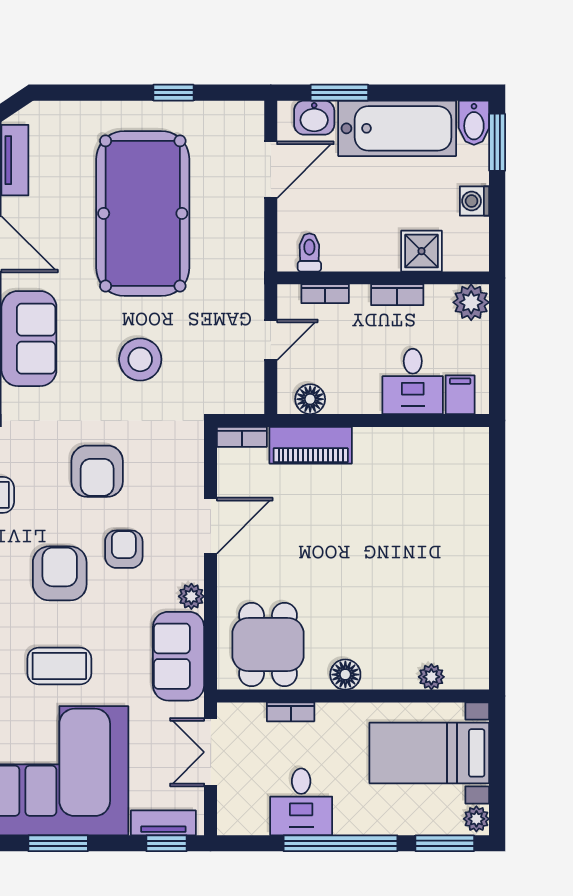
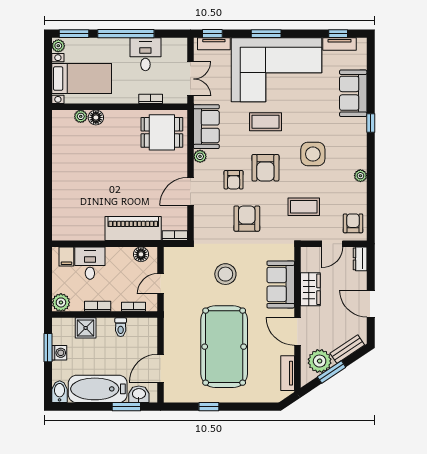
window: (497, 142) -> (48, 348), moved
toilet: (309, 253) -> (121, 327), moved
piano: (311, 445) -> (133, 228), width x1.37, depth x1.33
dining table: (268, 645) -> (162, 132), turned 90
floor lamp: (345, 675) -> (96, 117), moved

